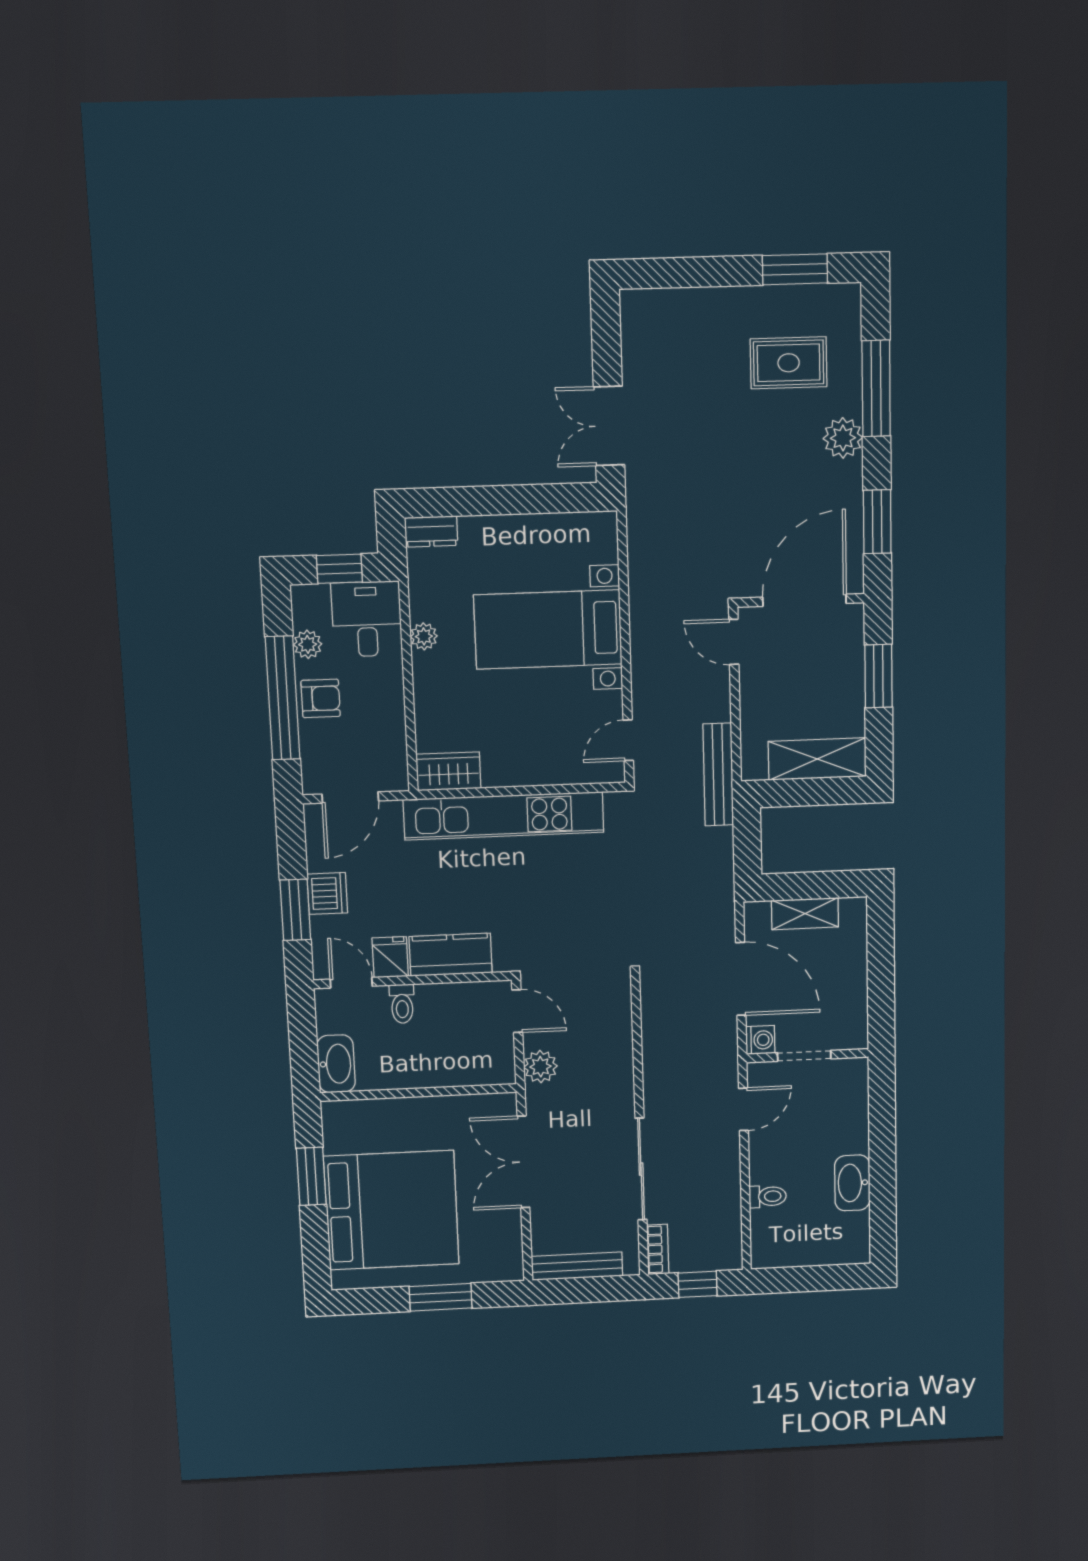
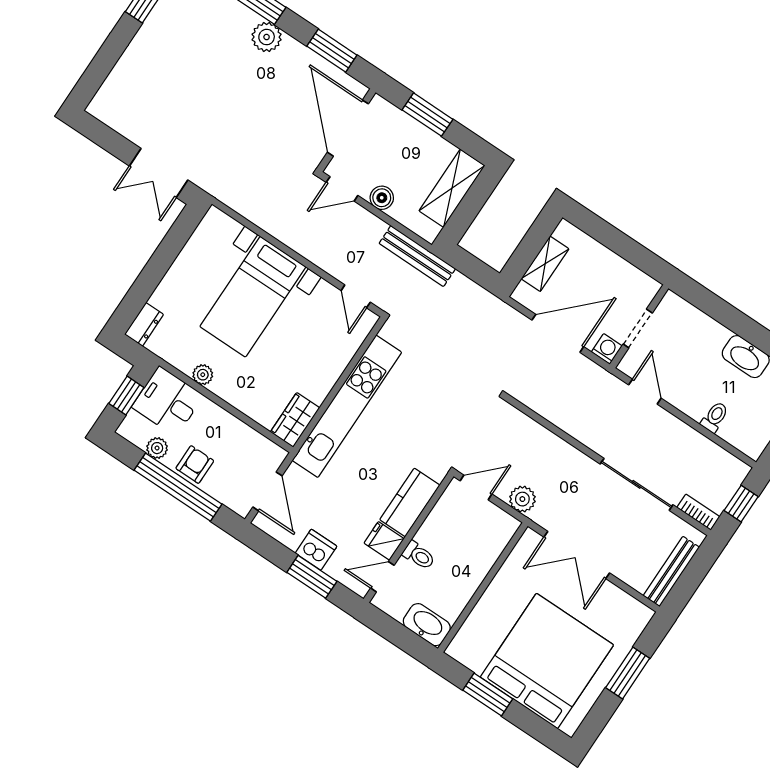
rug: (789, 363) -> (199, 39), removed
boiler: (754, 692) -> (382, 198), added

